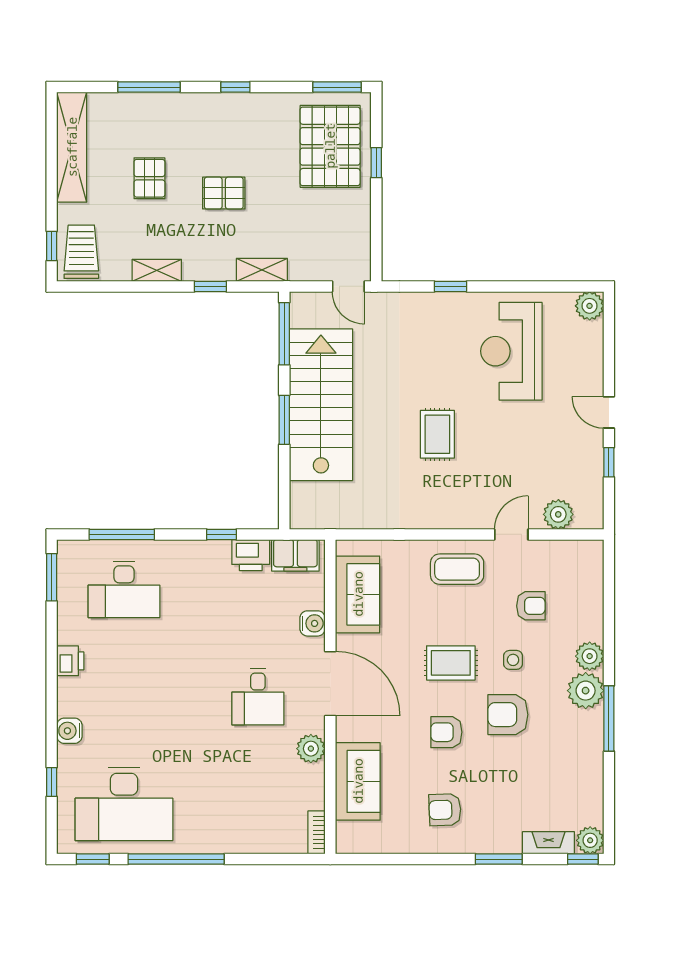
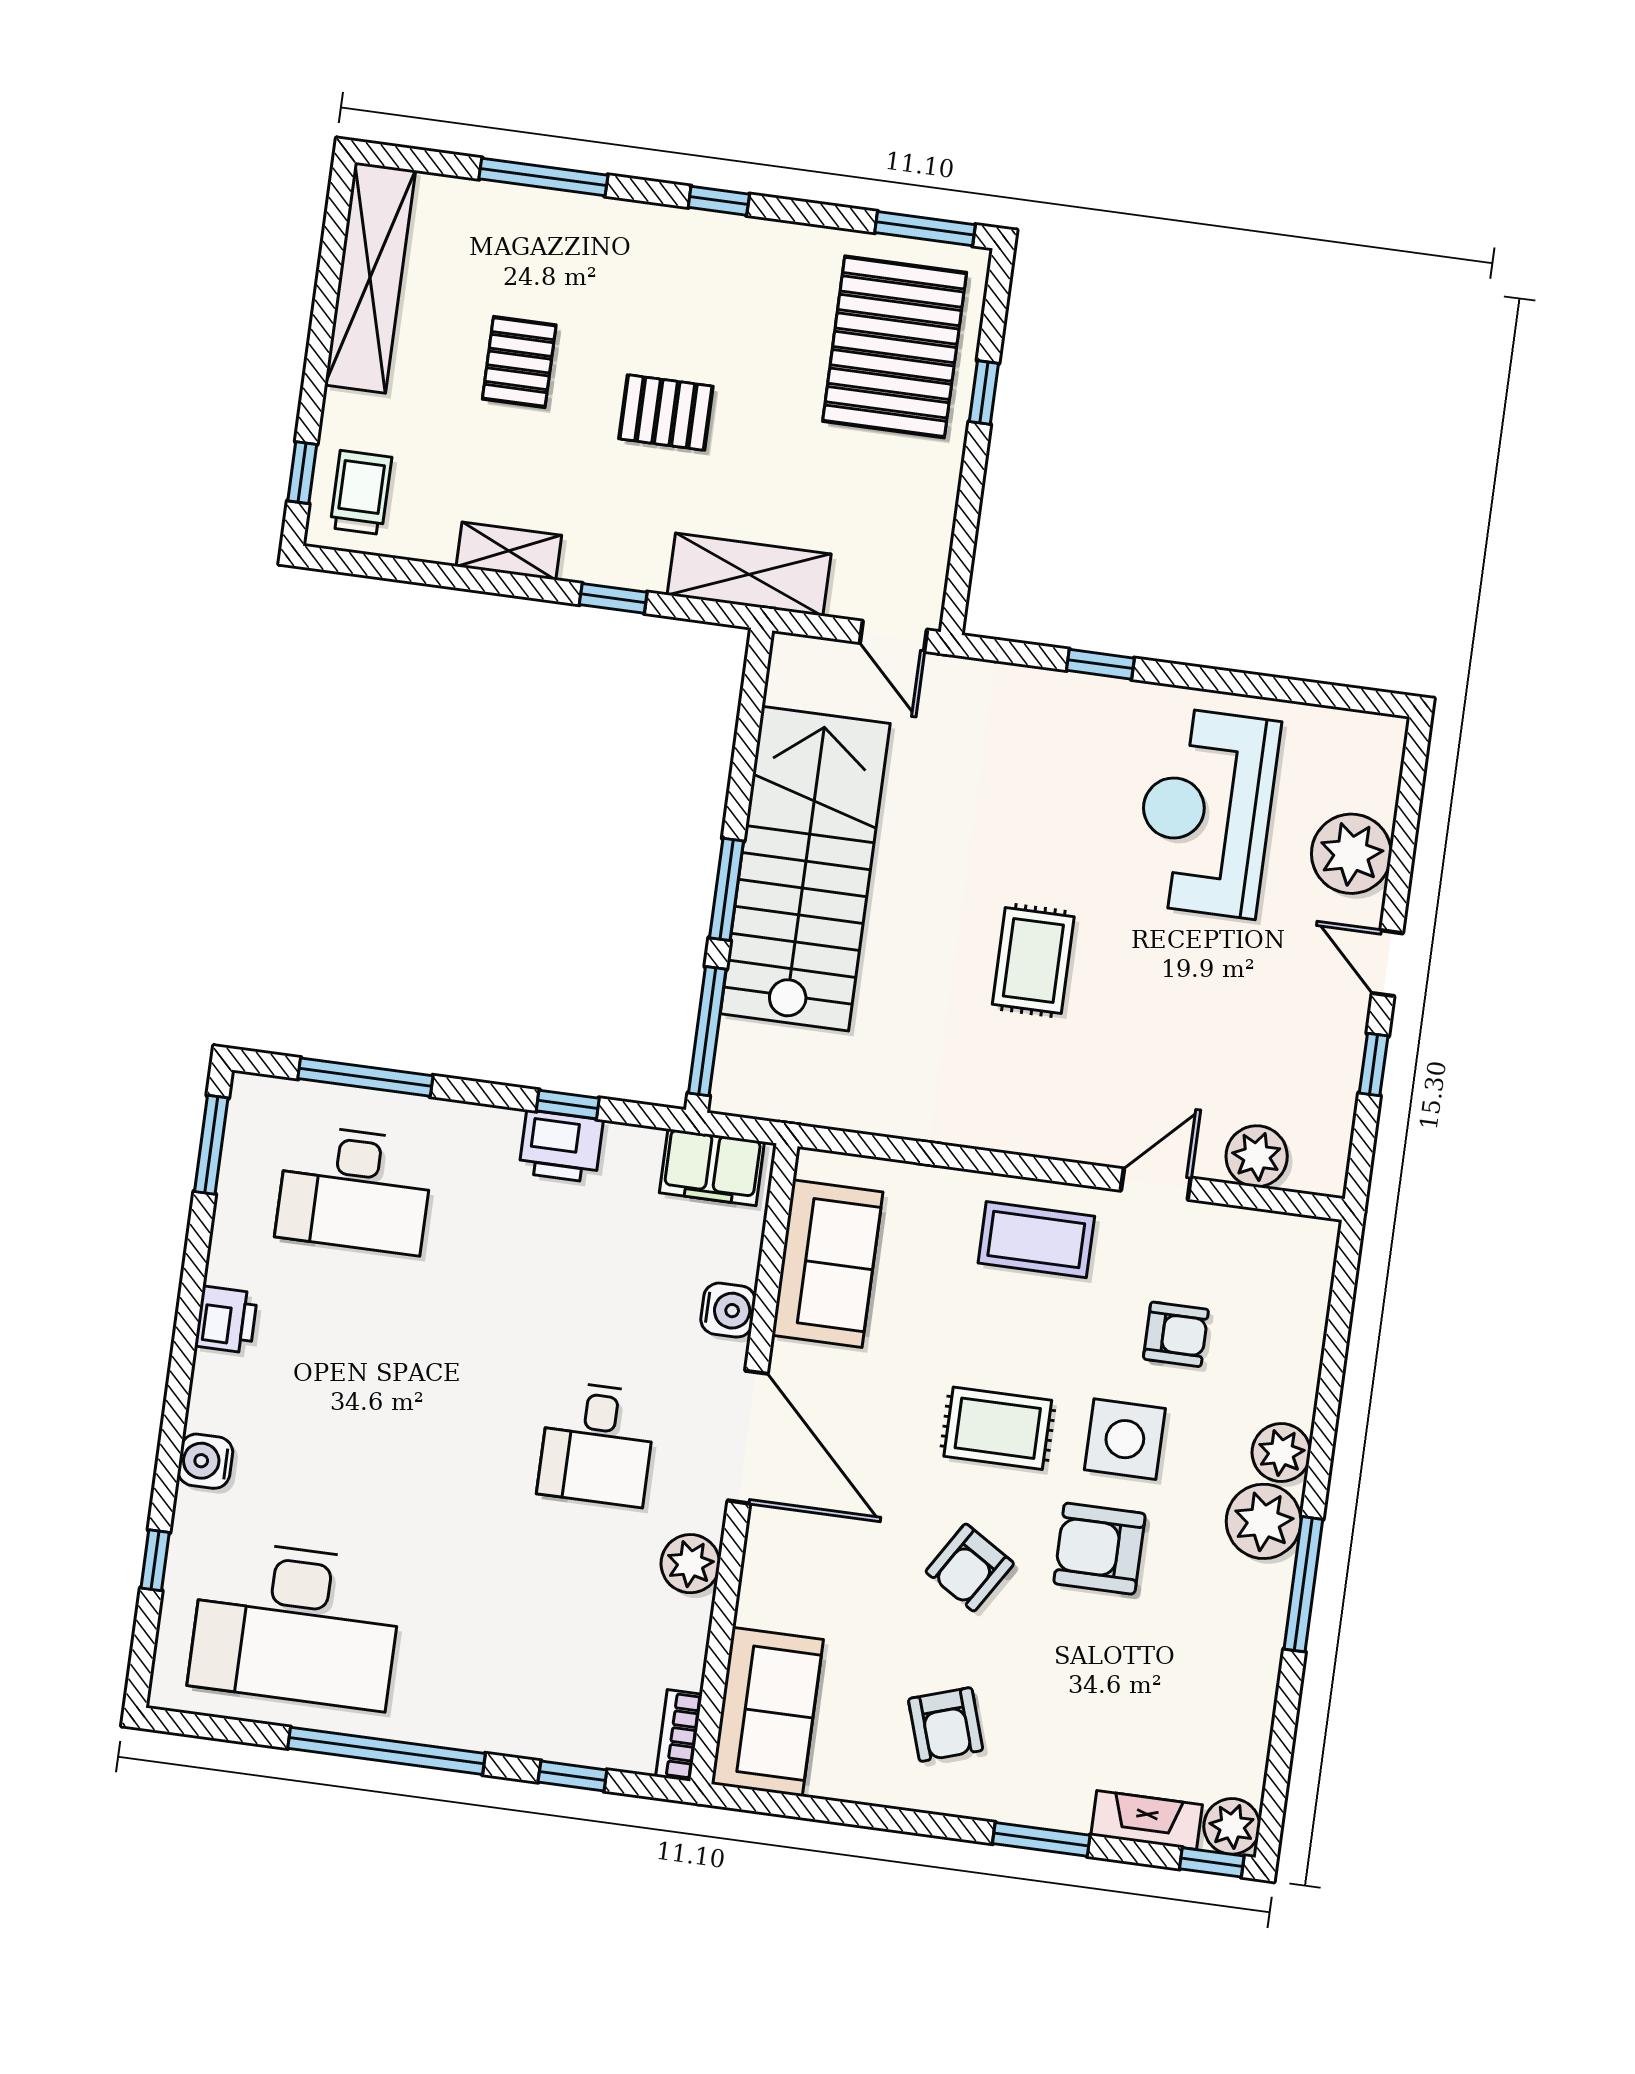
trolley: (81, 252) -> (361, 492), width x0.73, depth x0.72
shelving: (262, 270) -> (749, 575), width x1.50, depth x1.33
plant: (590, 306) -> (1351, 854), moved, width x1.36, depth x1.36
window: (284, 334) -> (707, 1031), moved
printer: (251, 555) -> (561, 1146), moved
side table: (513, 660) -> (1125, 1439), width x1.87, depth x1.87
armchair: (446, 732) -> (970, 1568), turned -58
sofa: (358, 781) -> (767, 1712), moved
armchair: (445, 810) -> (946, 1725), turned -106
window: (93, 859) -> (572, 1776), moved

